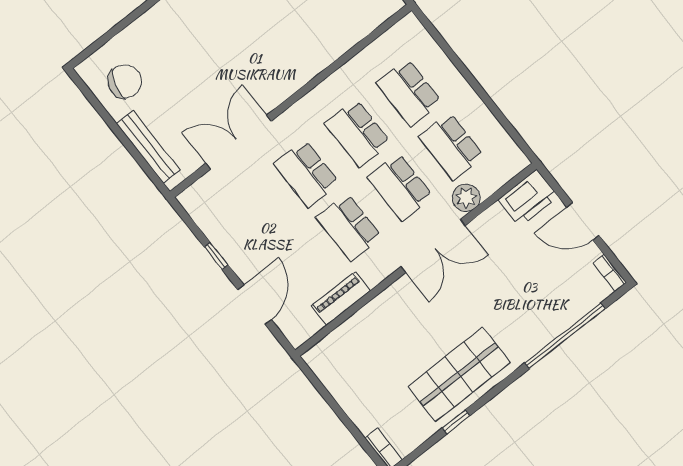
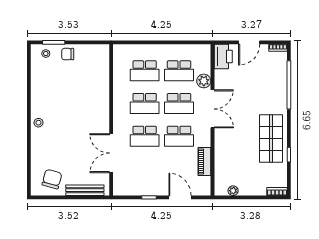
plant: (331, 379) -> (233, 191), added

